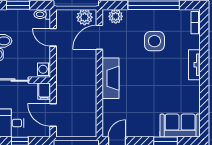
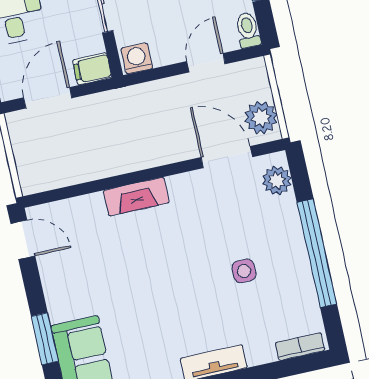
side table: (154, 41) -> (244, 271), width x0.54, depth x0.54
fireplace: (111, 78) -> (136, 197), width x0.73, depth x0.76

